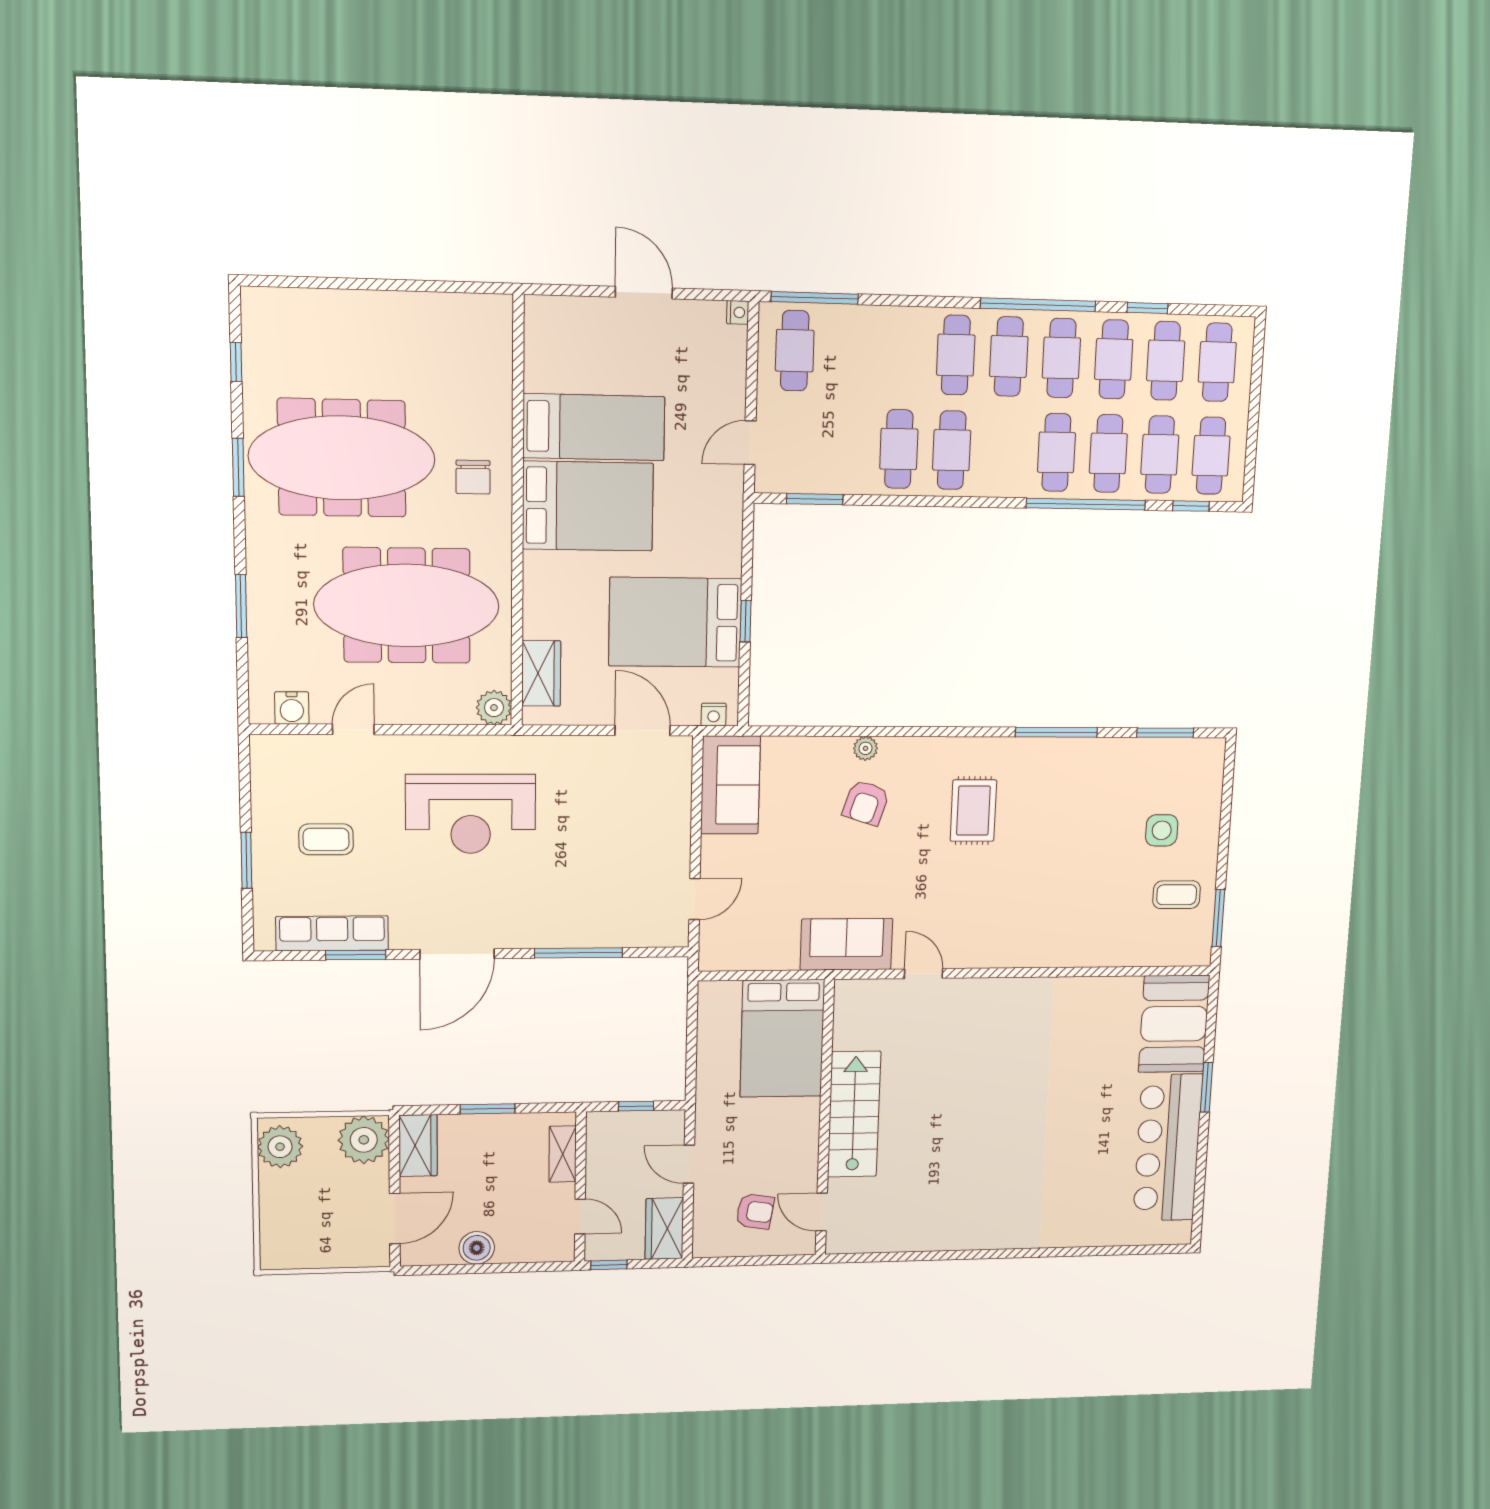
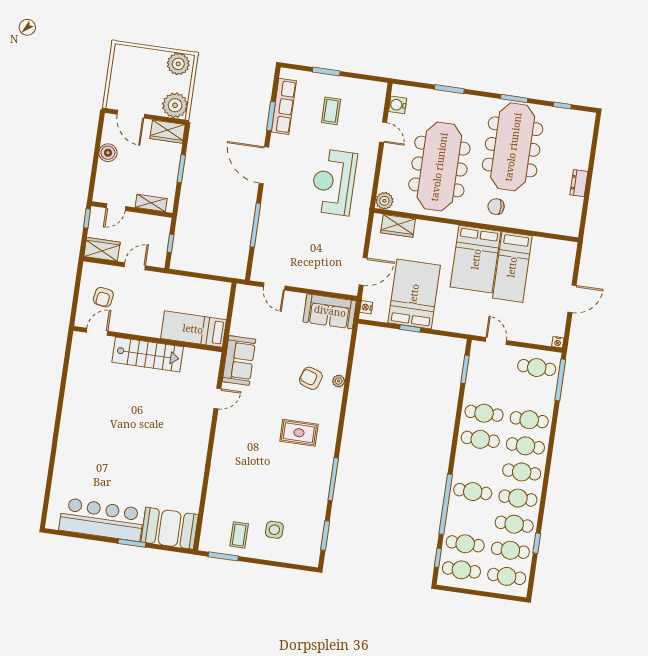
window: (1038, 305) -> (545, 489), removed
dresser: (397, 306) -> (579, 183), added
cafe table: (1108, 454) -> (529, 420), moved
bed: (782, 1038) -> (193, 329), width x0.67

